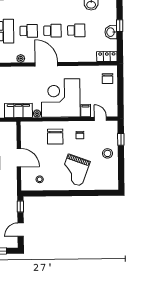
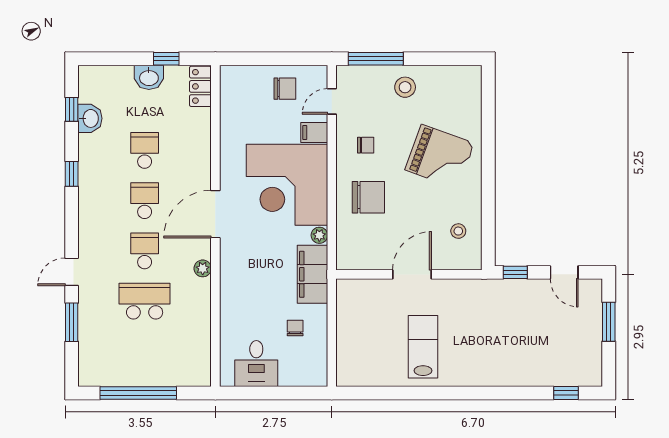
window: (120, 26) -> (166, 59), moved
chair: (107, 79) -> (285, 89), moved
window: (121, 139) -> (376, 59), width x2.17

